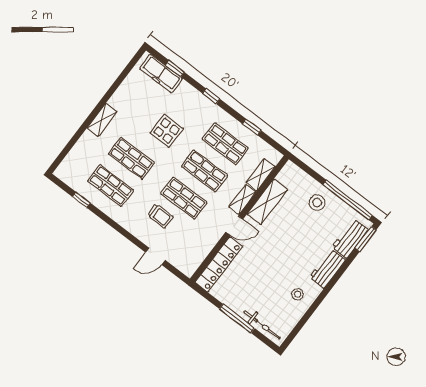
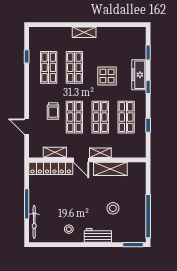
freezer: (161, 74) -> (139, 75), moved
shelving: (261, 175) -> (55, 152), moved
stool: (317, 203) -> (113, 208), moved
workbench: (350, 239) -> (126, 235), removed

